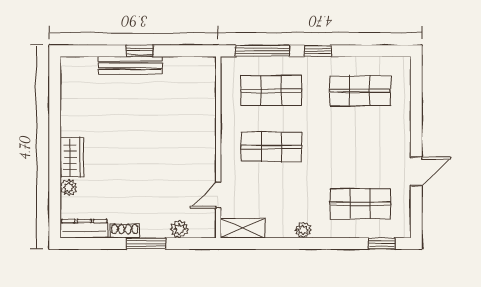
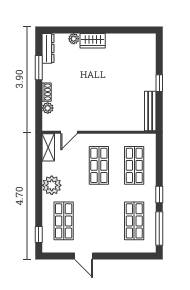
window: (263, 51) -> (159, 228), moved
bench: (130, 65) -> (150, 111), moved
door: (218, 195) -> (69, 132), swing flipped
plant: (303, 230) -> (52, 185), width x1.88, depth x1.88
shoe rack: (125, 231) -> (47, 92), moved
window: (146, 243) -> (39, 68), moved

